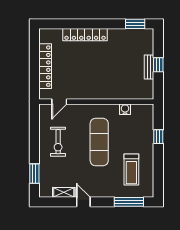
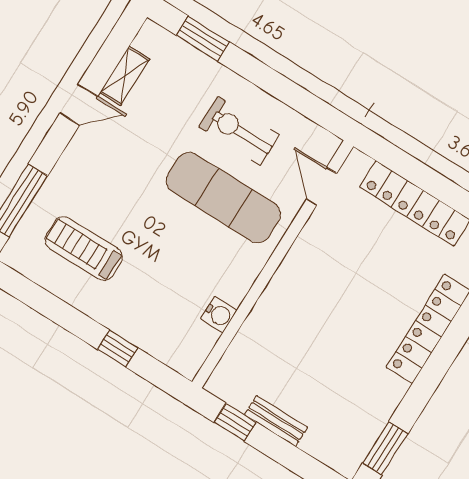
window: (158, 65) -> (235, 422), moved
exercise mat: (99, 142) -> (224, 198), moved

